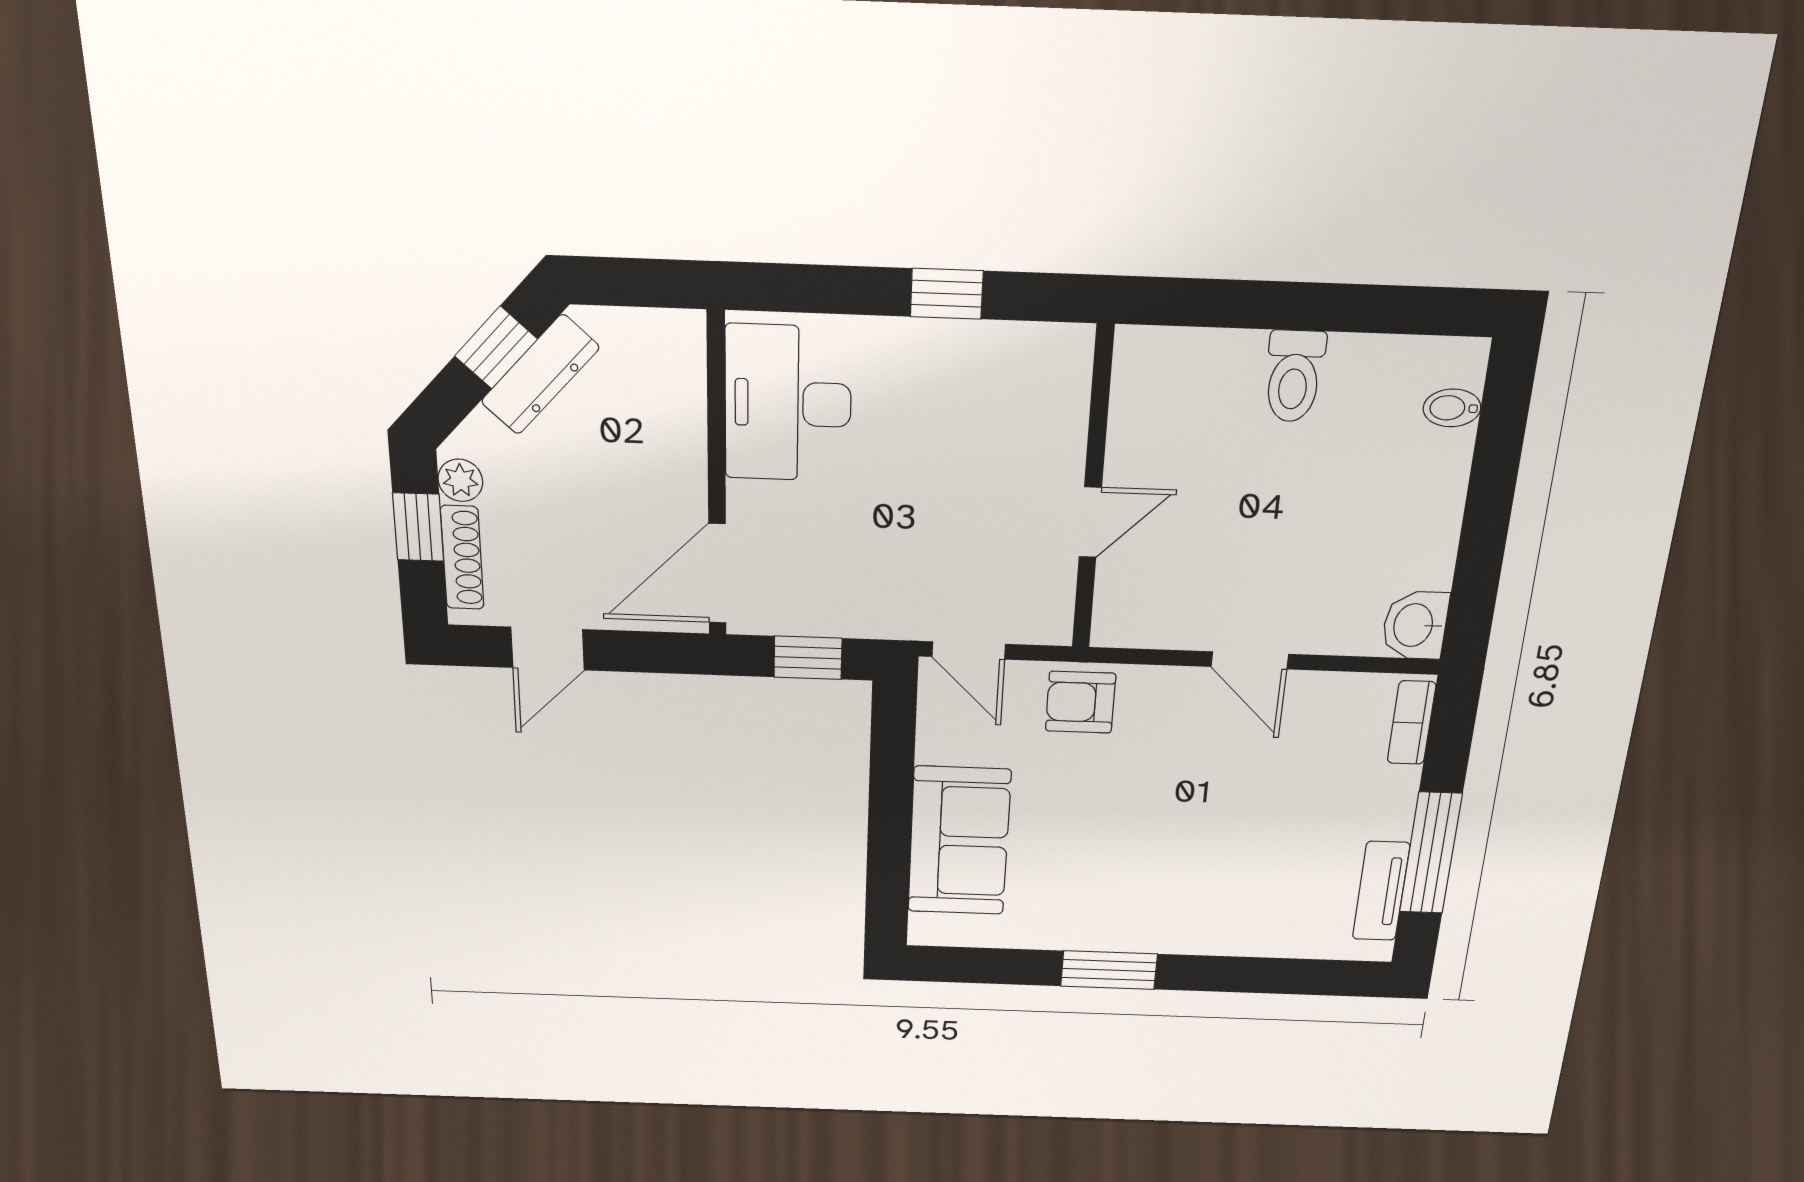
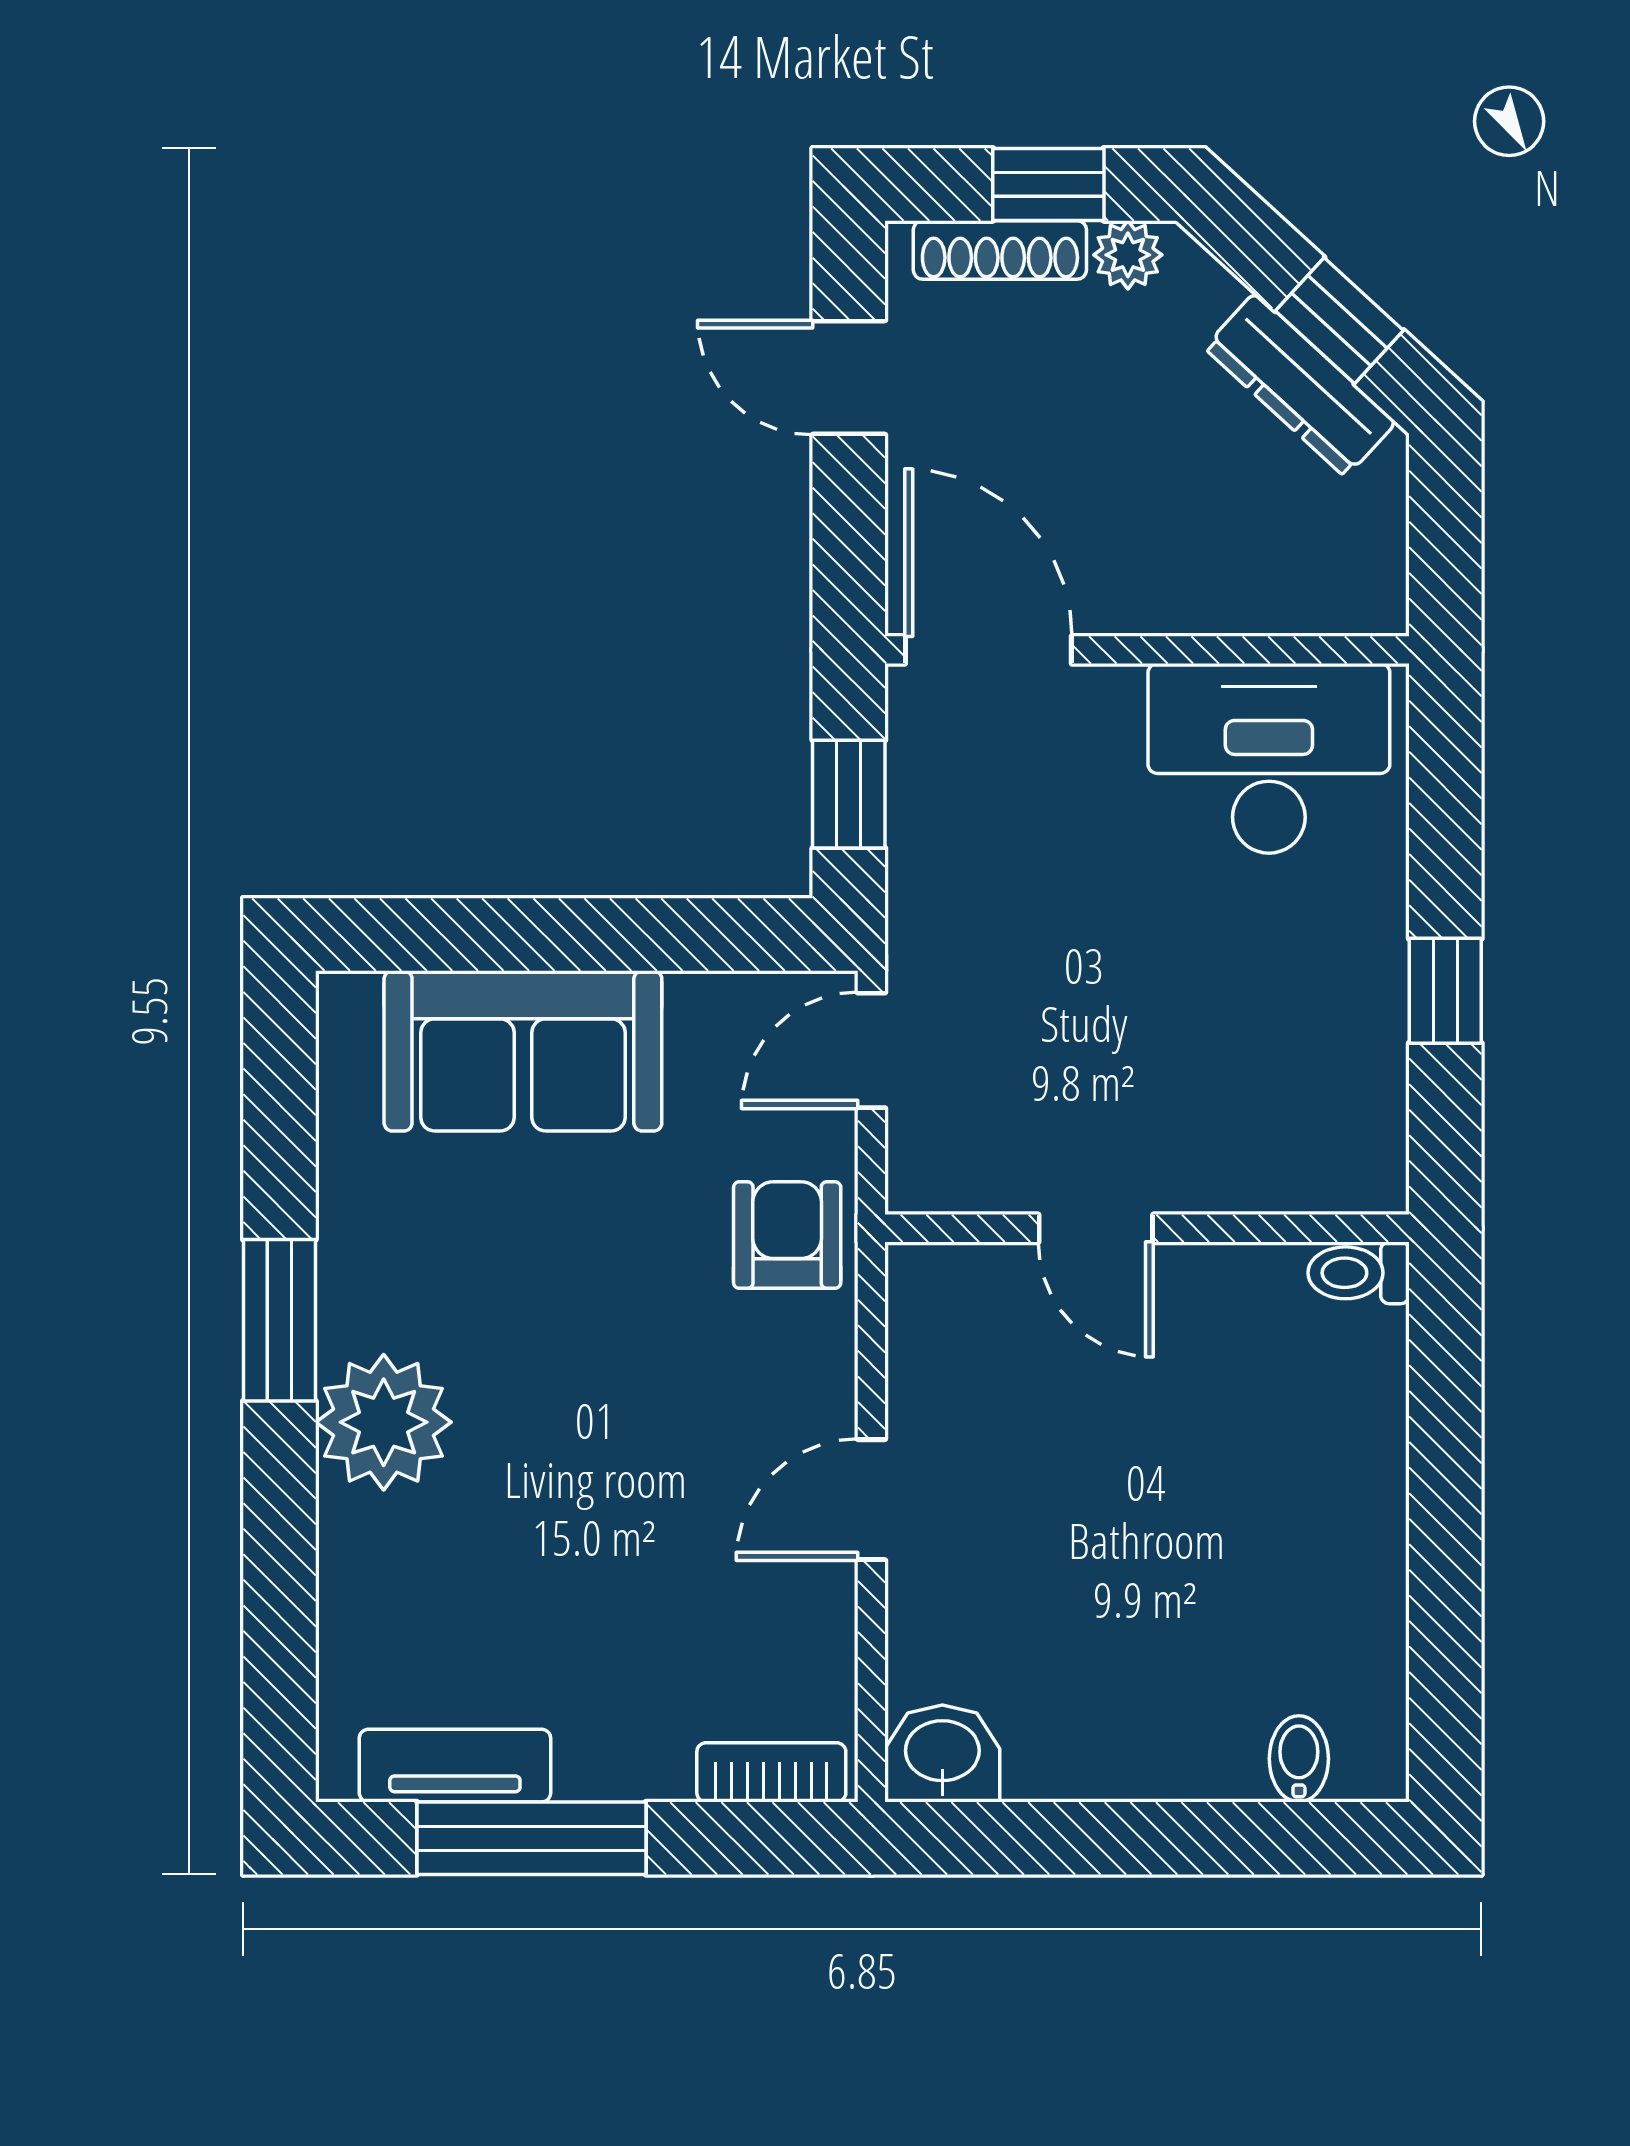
toilet: (1294, 376) -> (1359, 1273), moved, width x0.73, depth x0.72
plant: (1174, 920) -> (384, 1422), added

